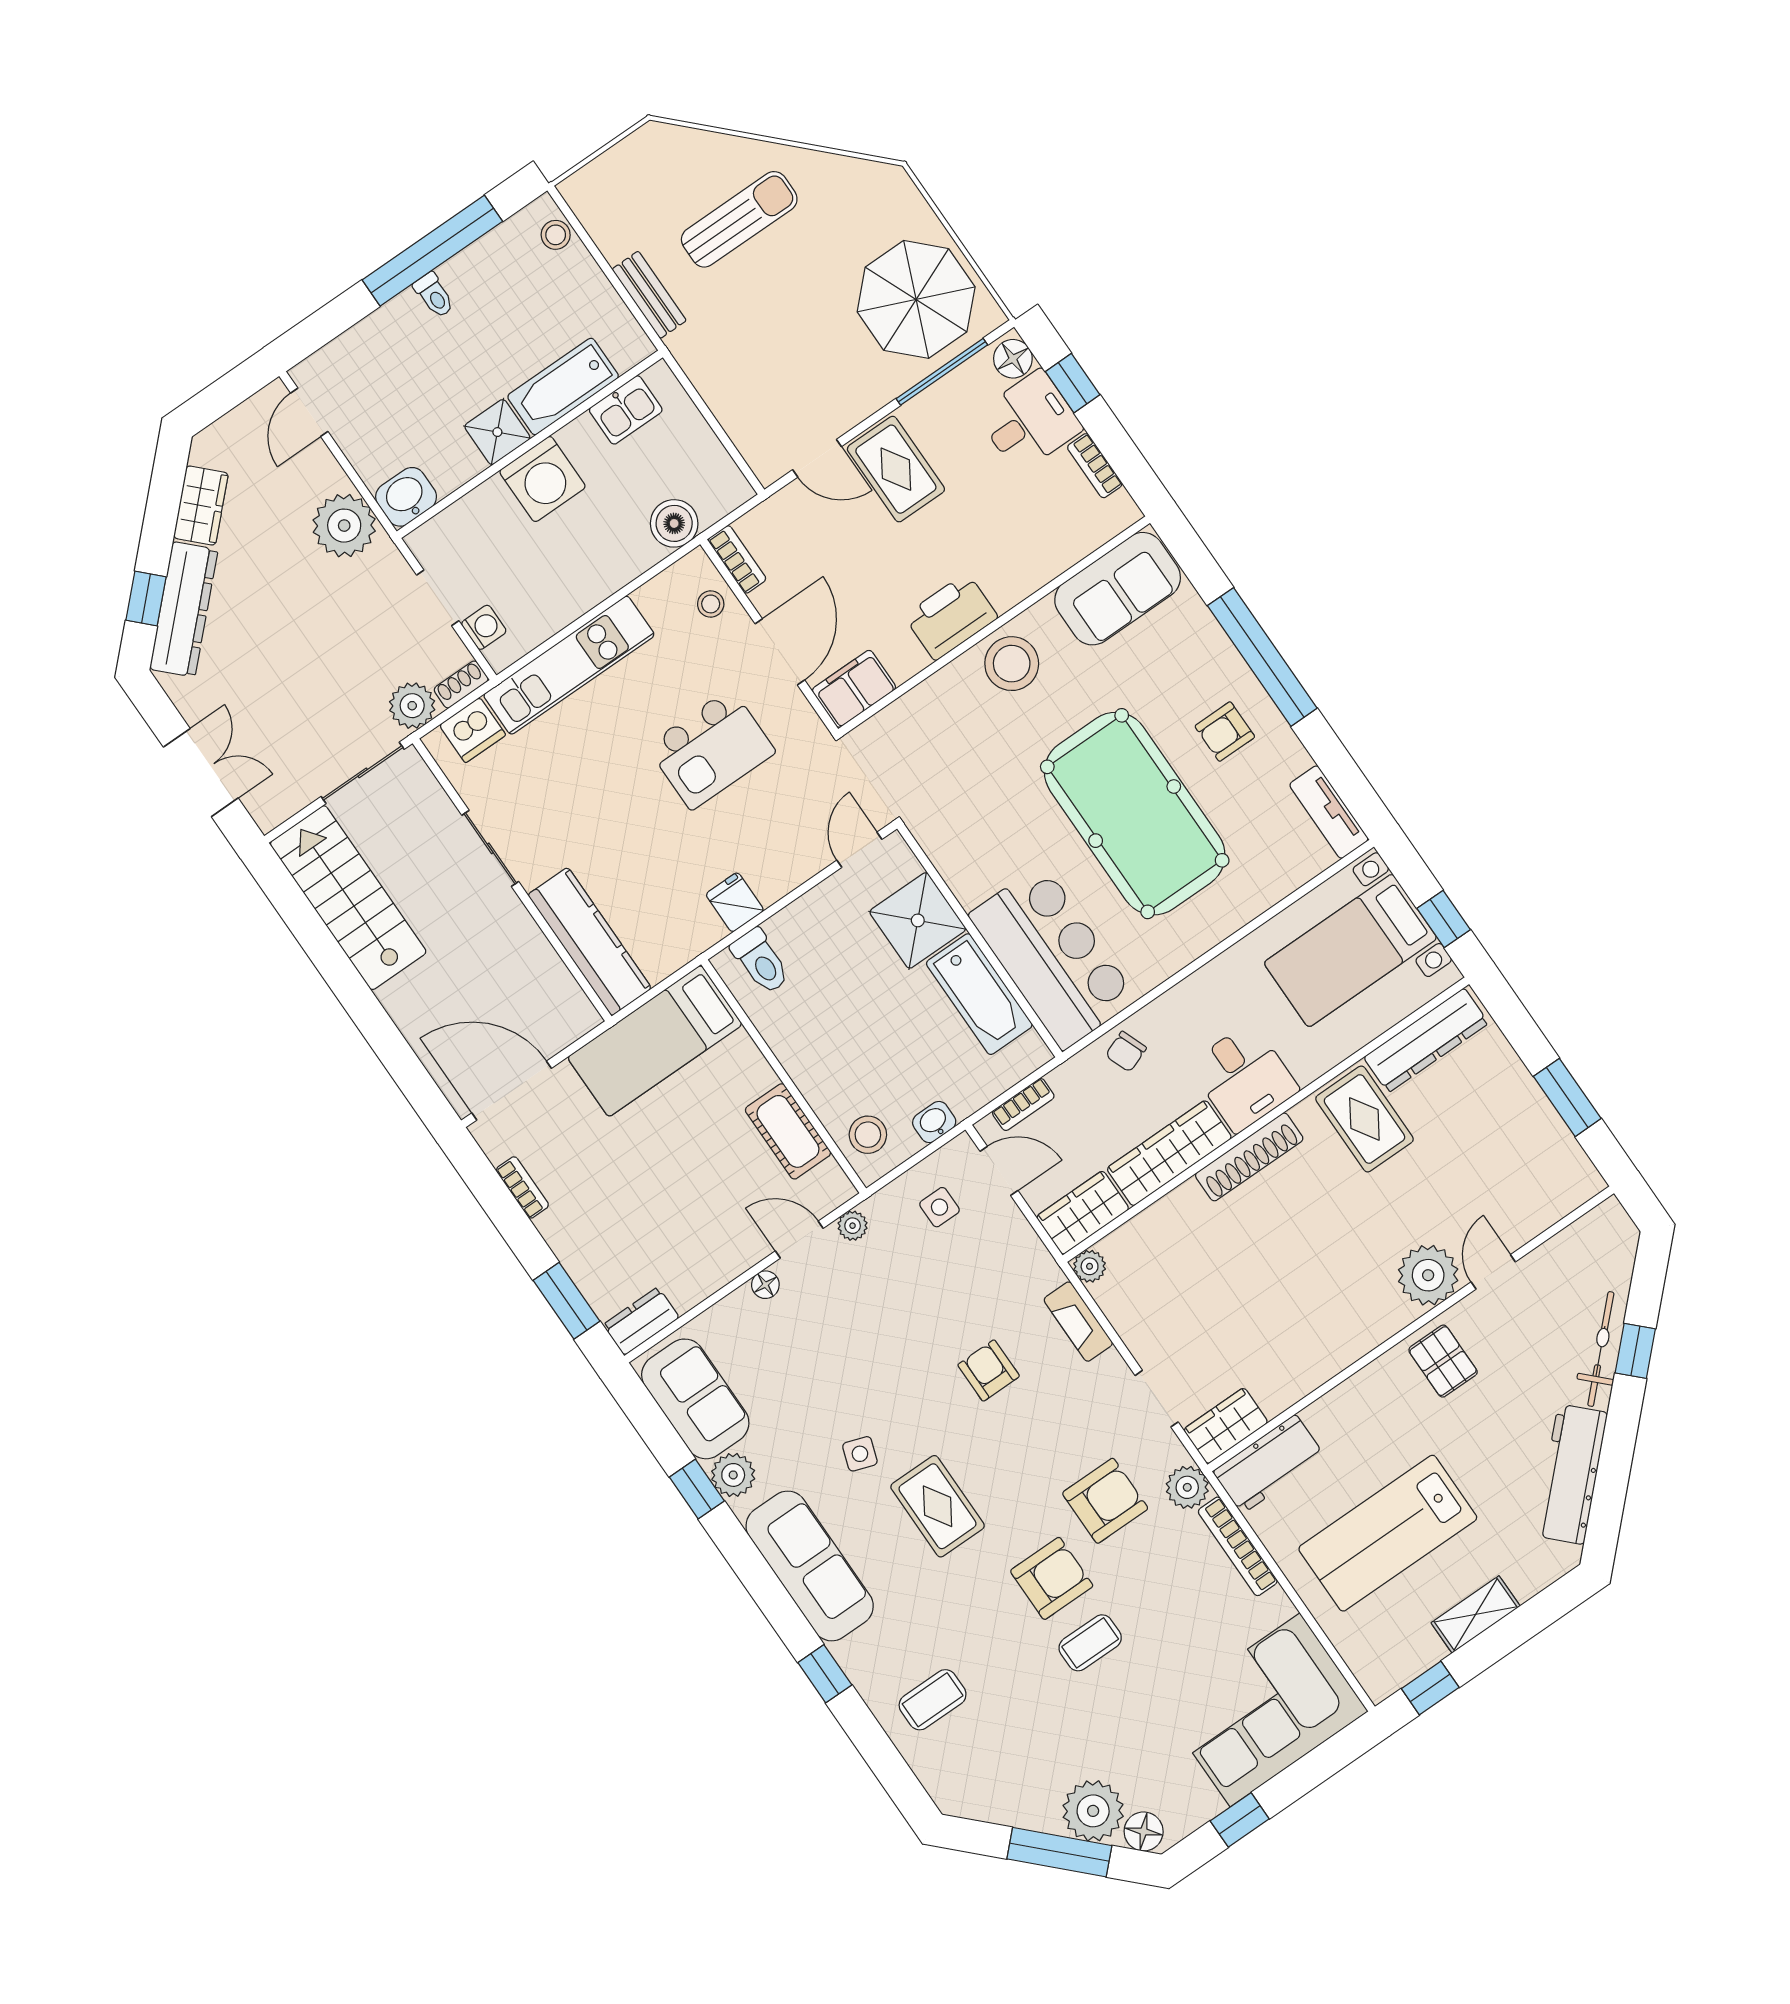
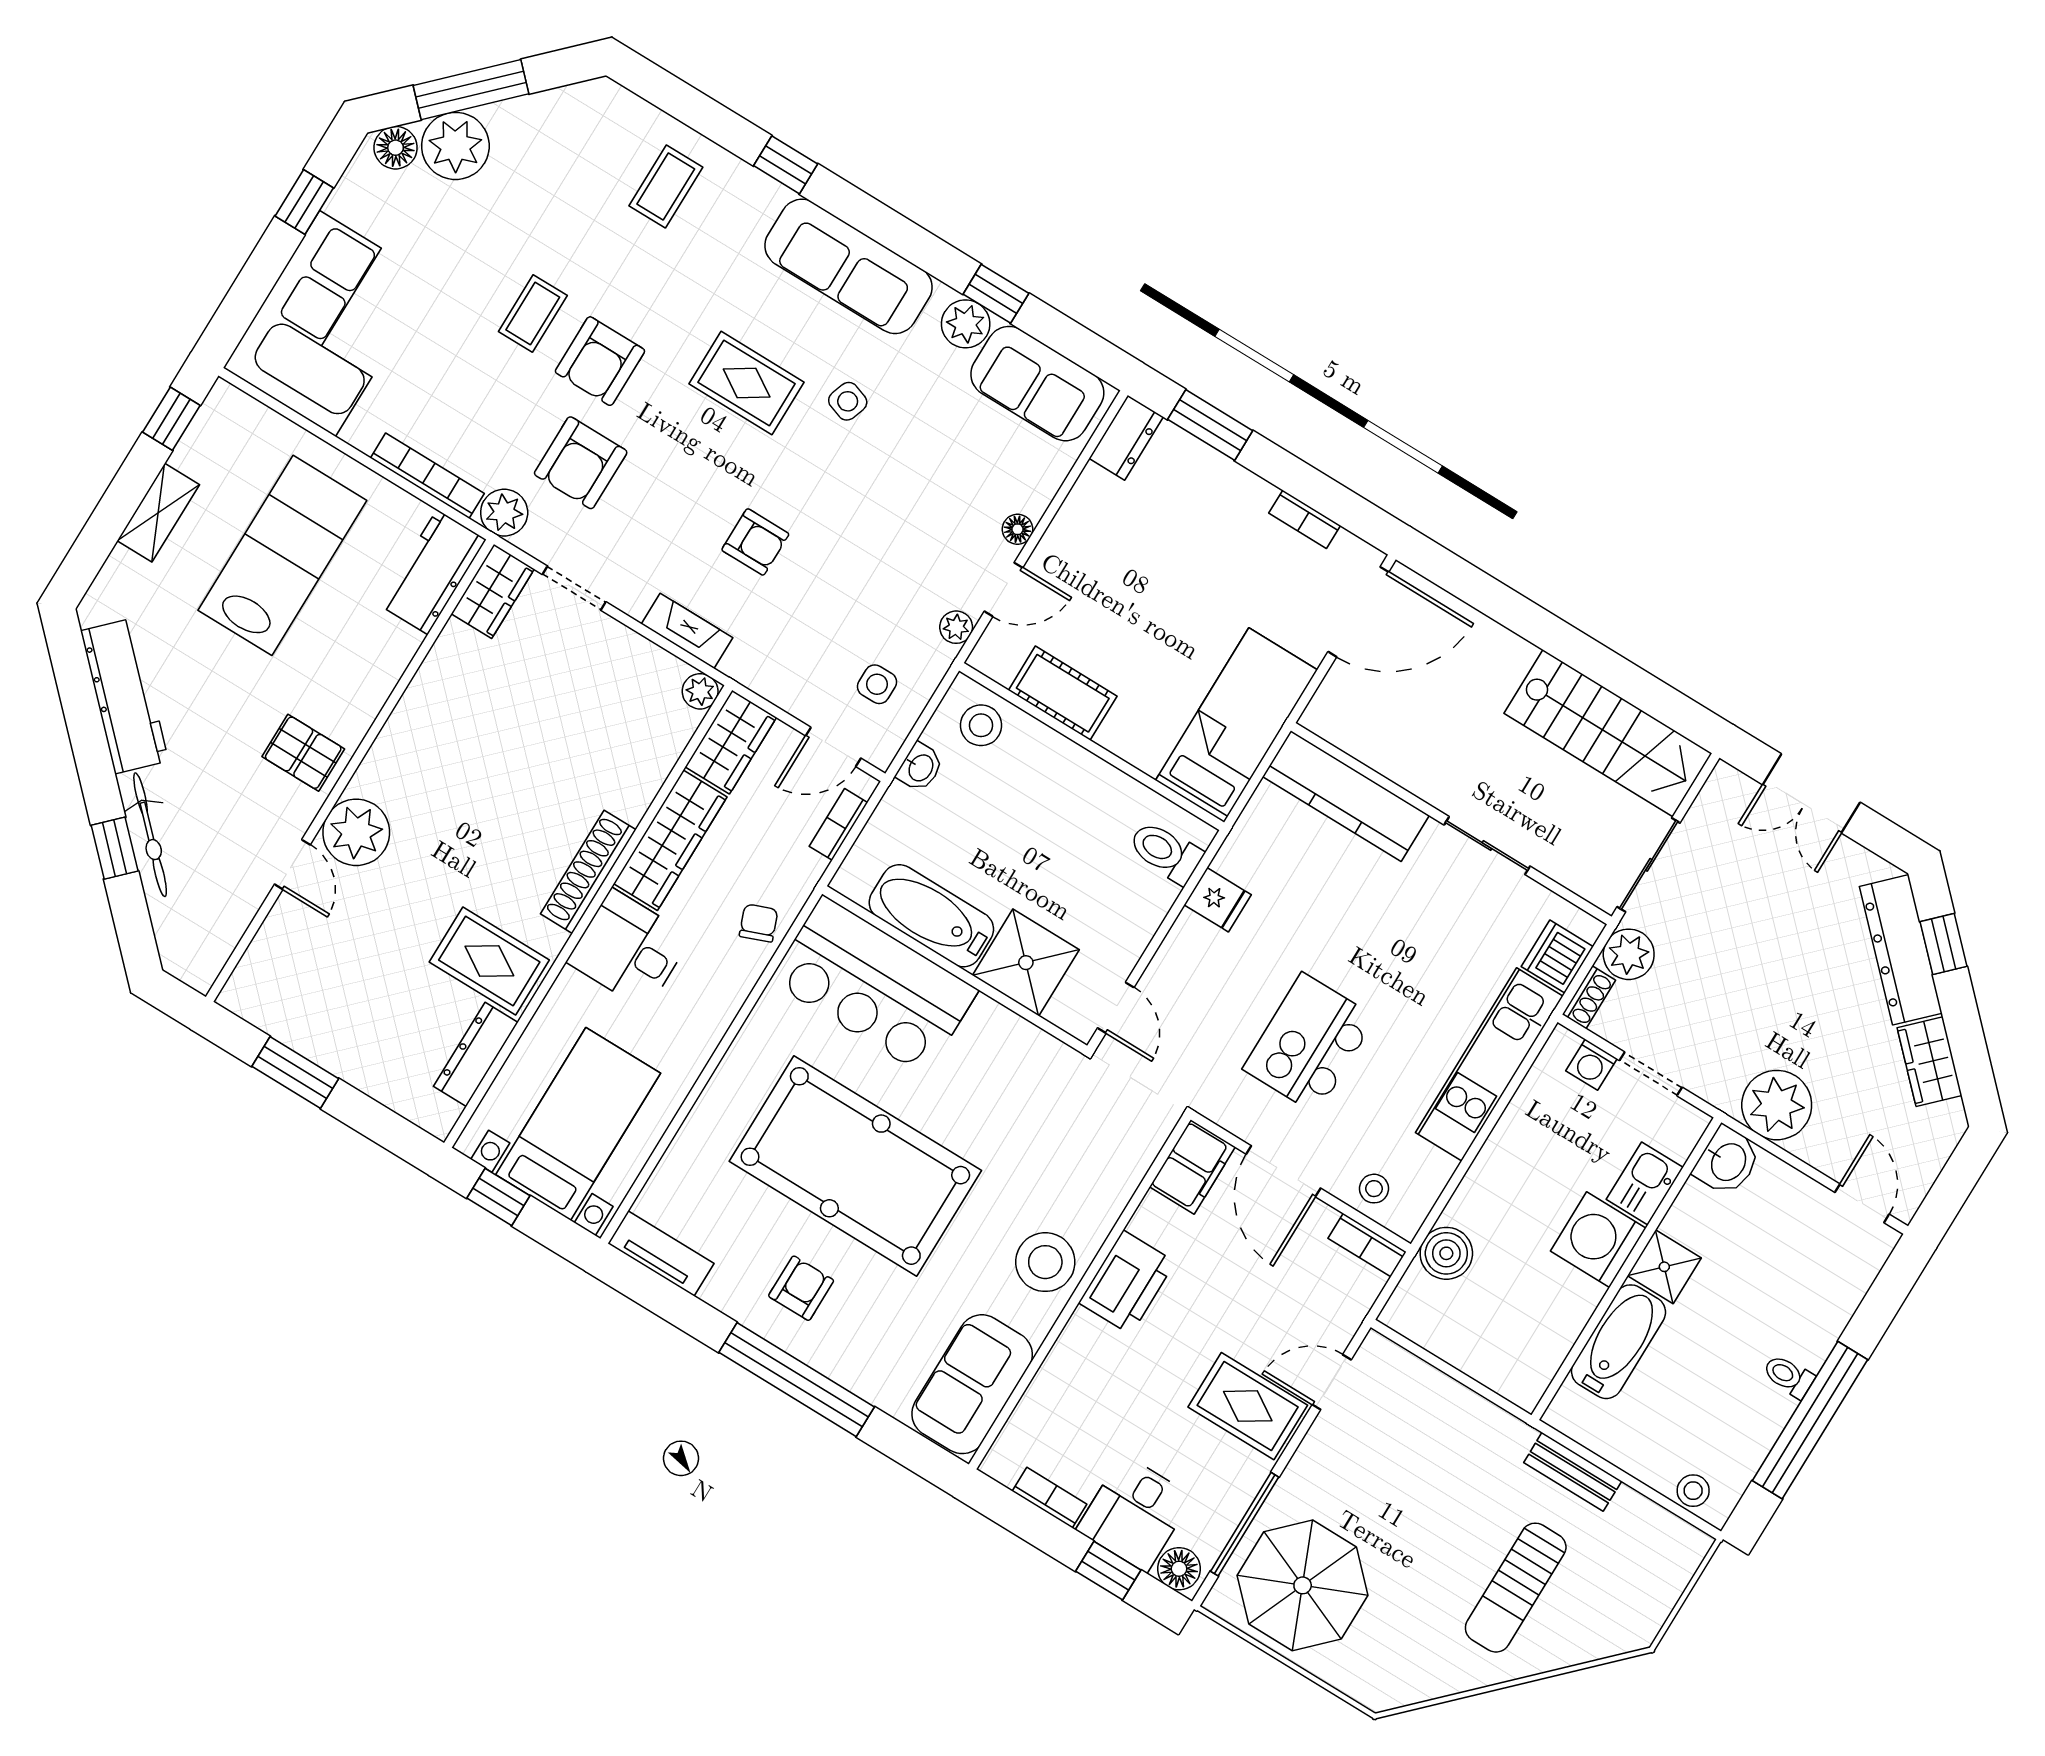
kitchen sink: (626, 410) -> (1645, 1183), moved
dresser: (1426, 1040) -> (476, 1054), width x0.73, depth x0.80

